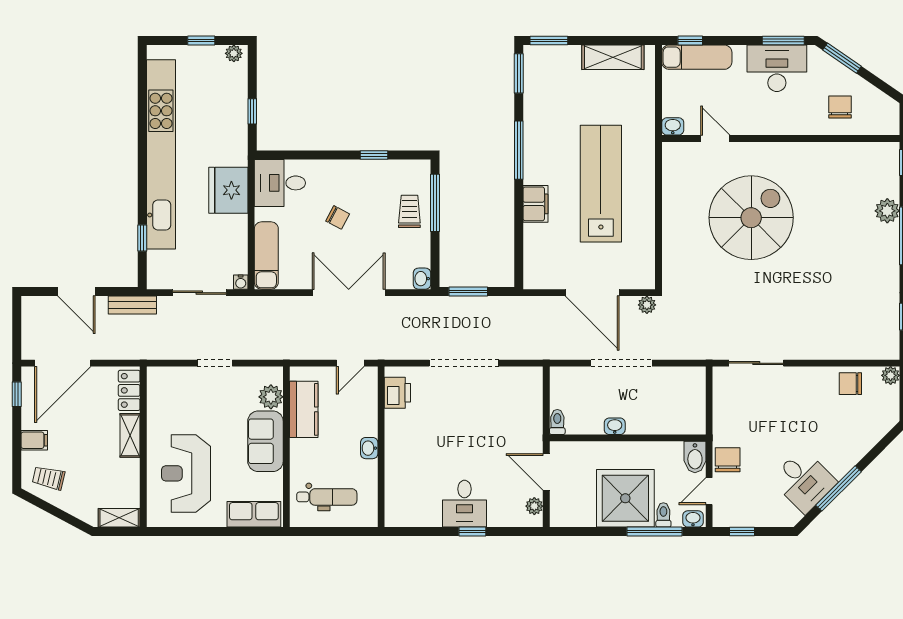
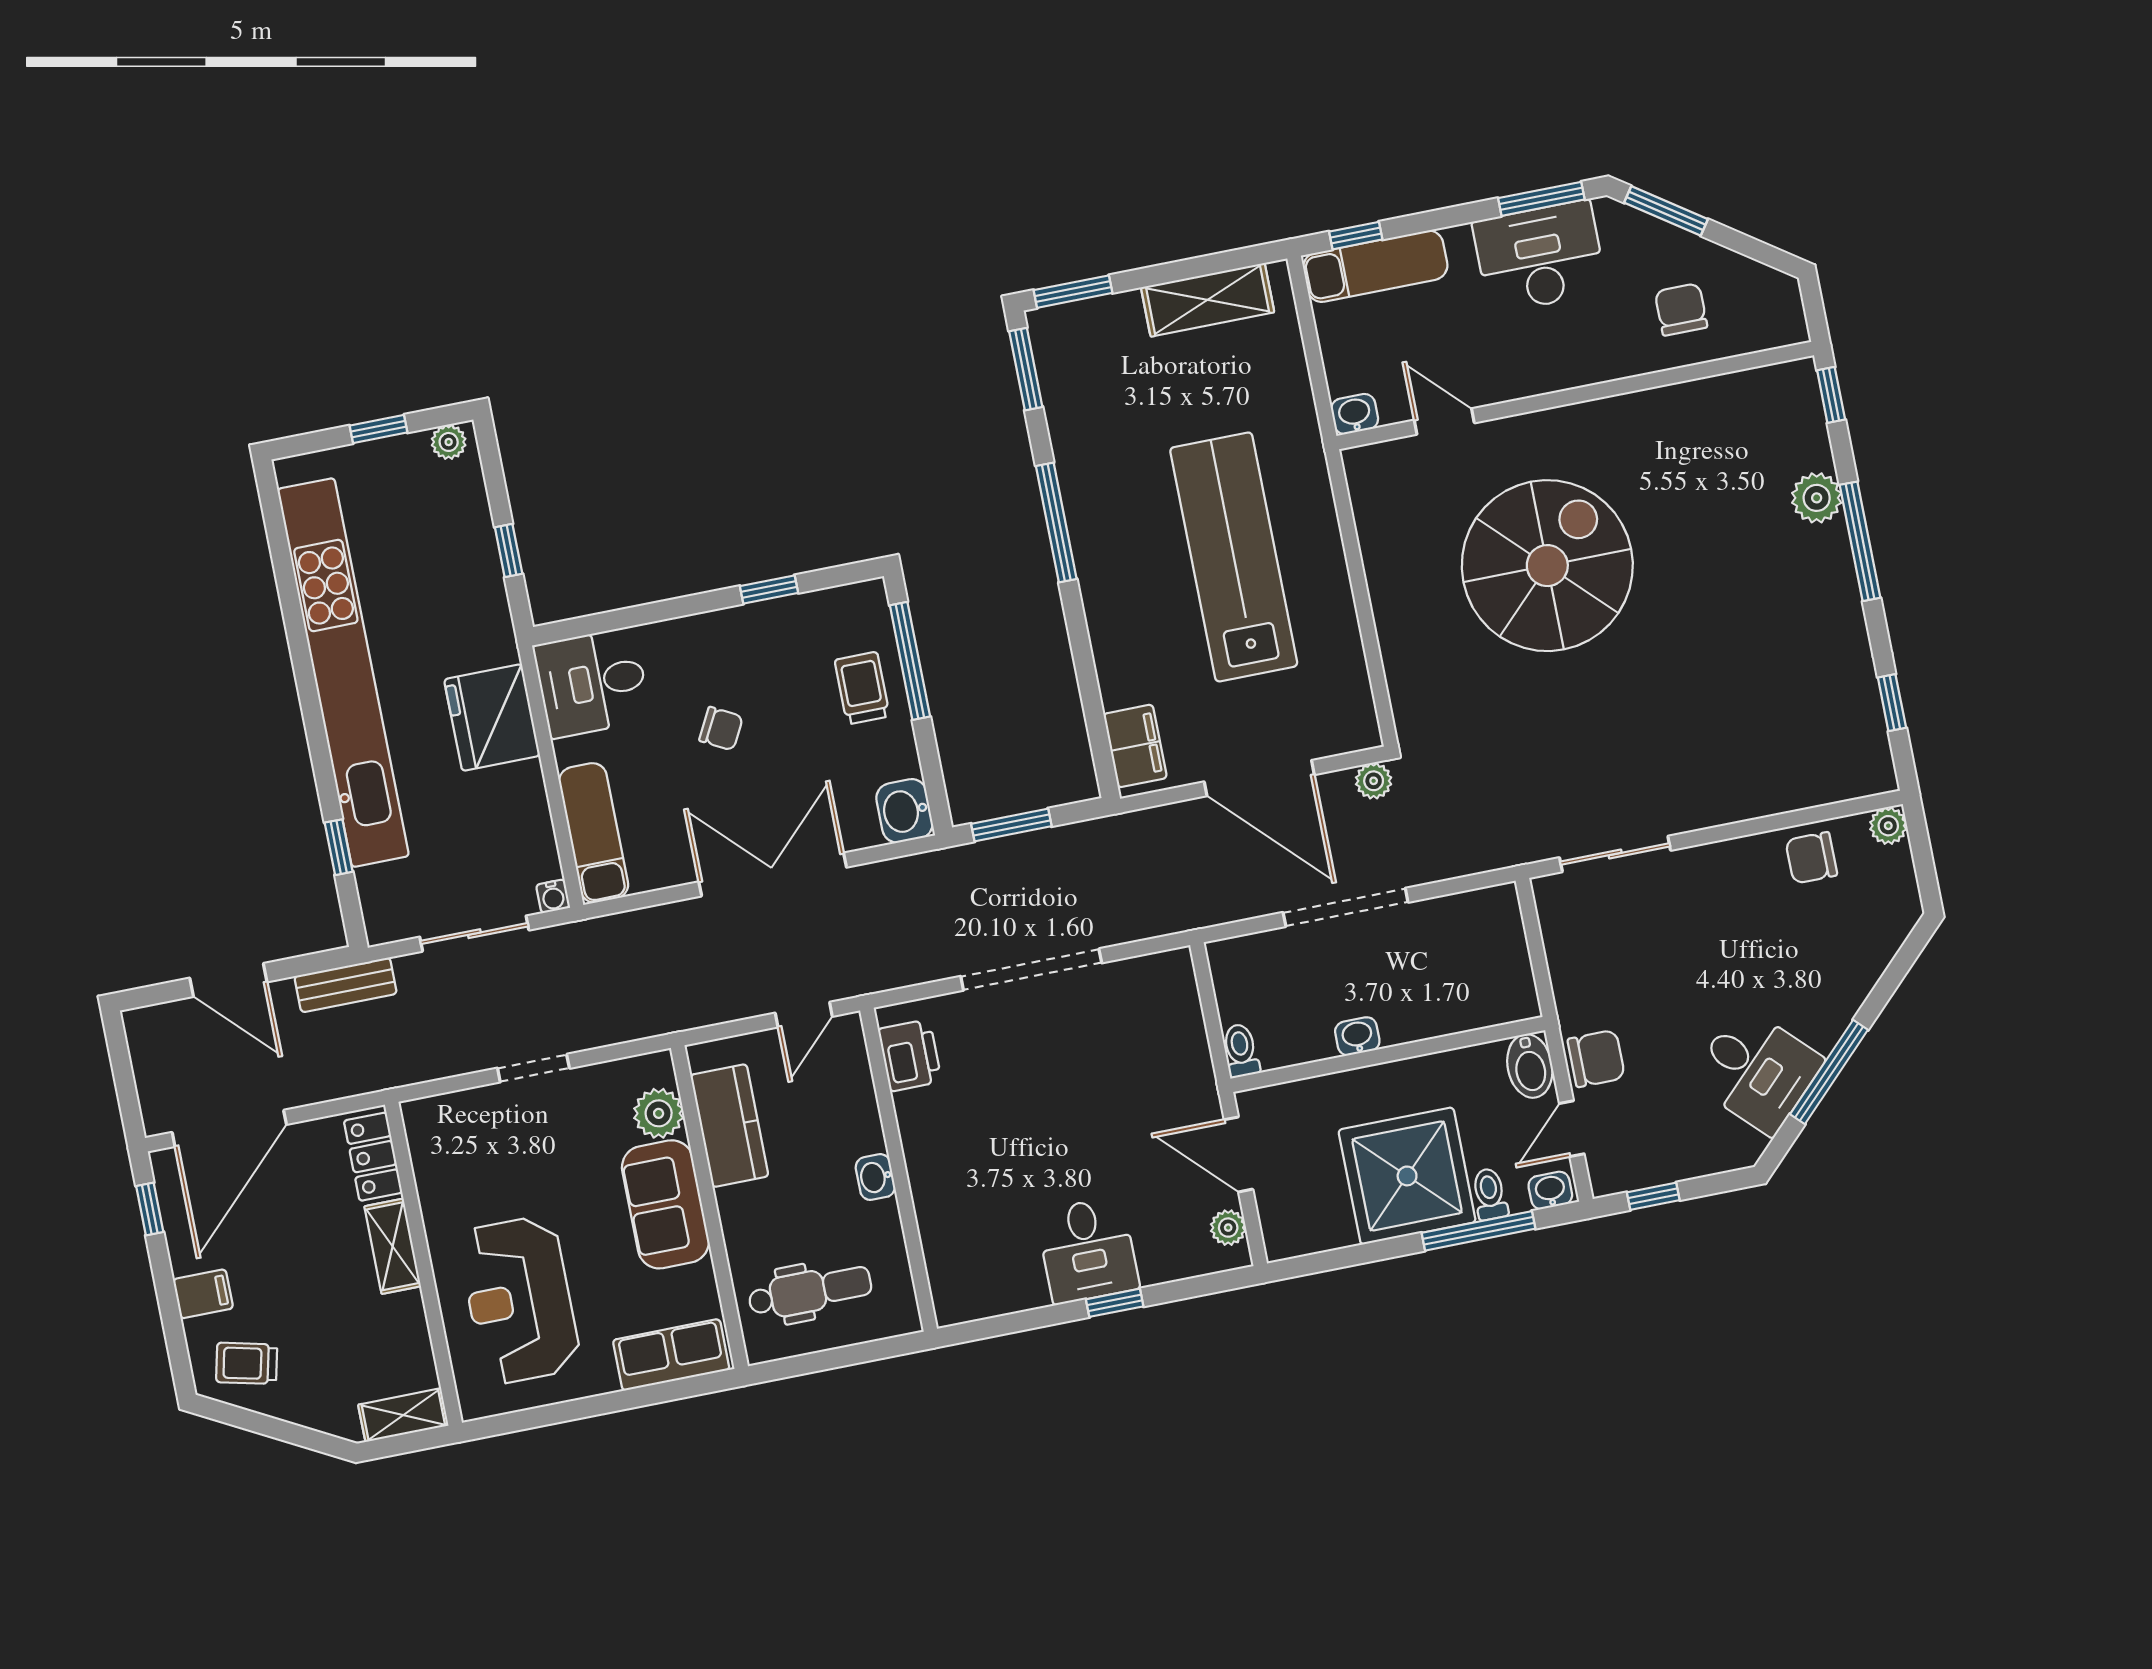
filing cabinet: (535, 204) -> (1135, 746), moved
washbasin: (422, 279) -> (905, 811), width x1.38, depth x1.45
chair: (728, 460) -> (1596, 1058), turned 90

